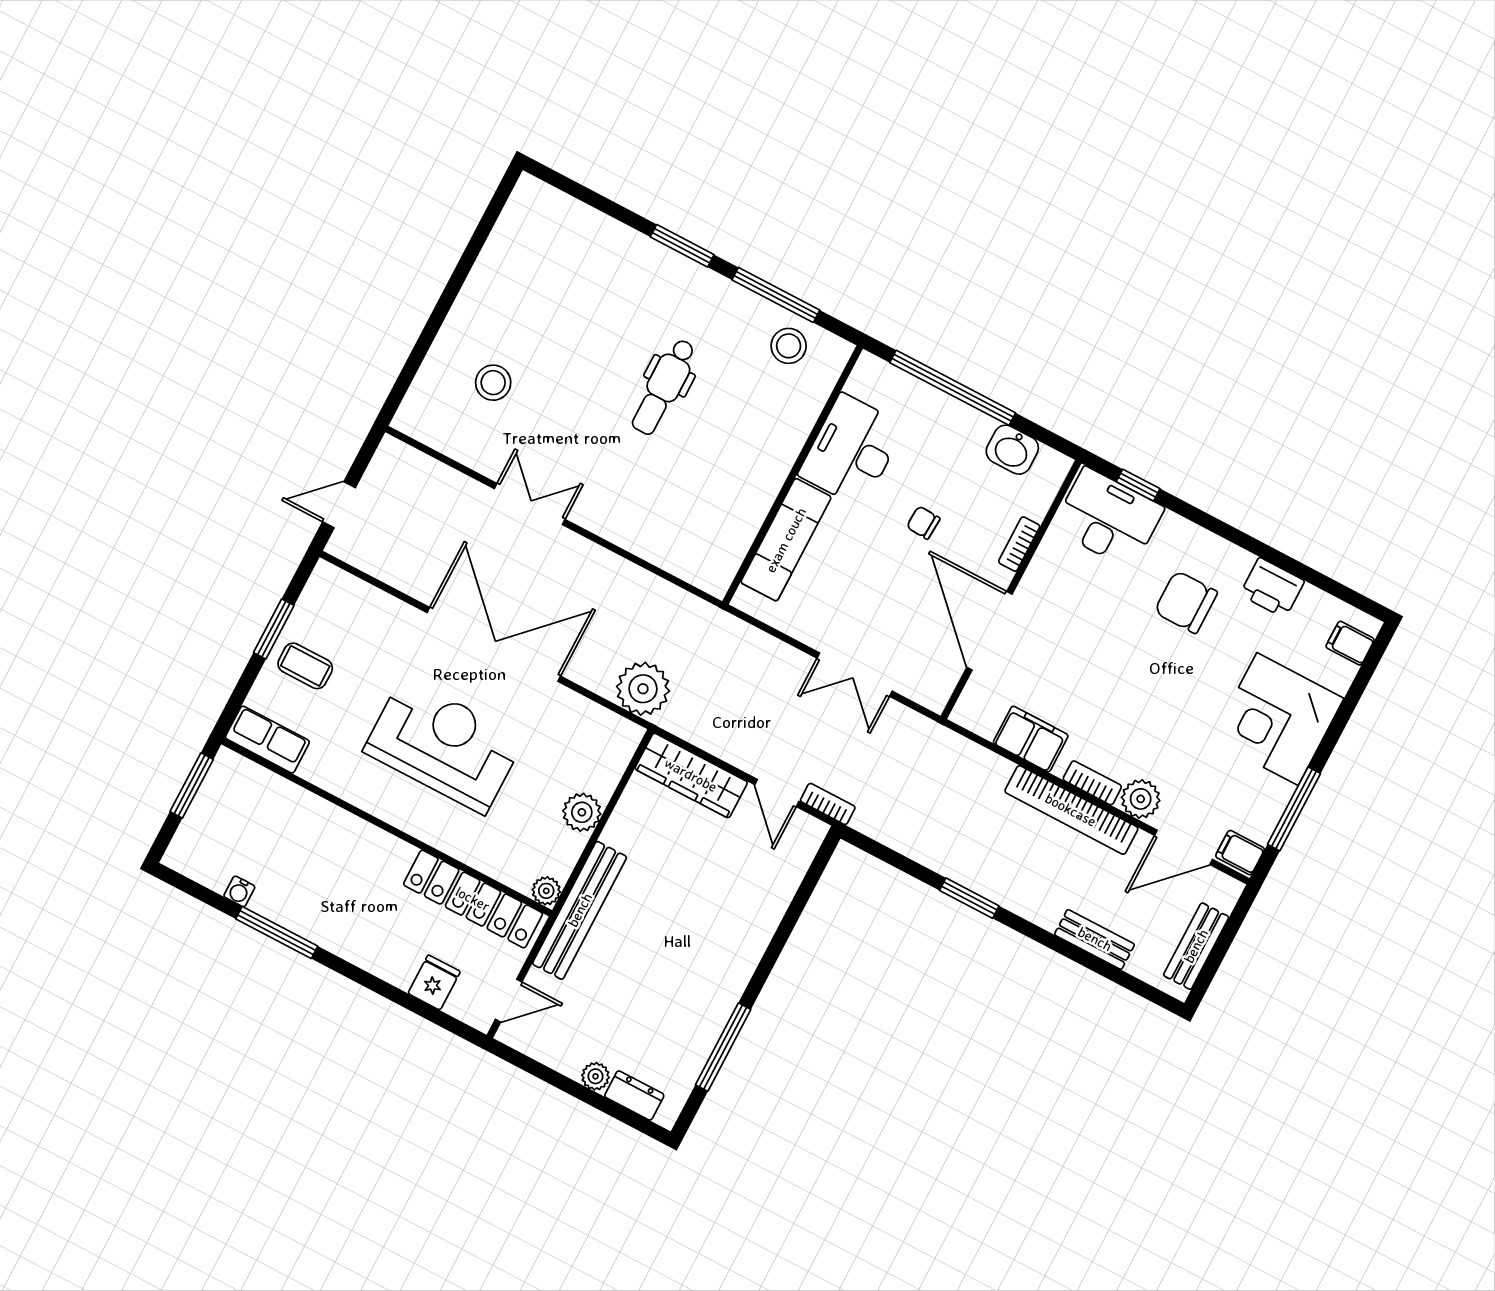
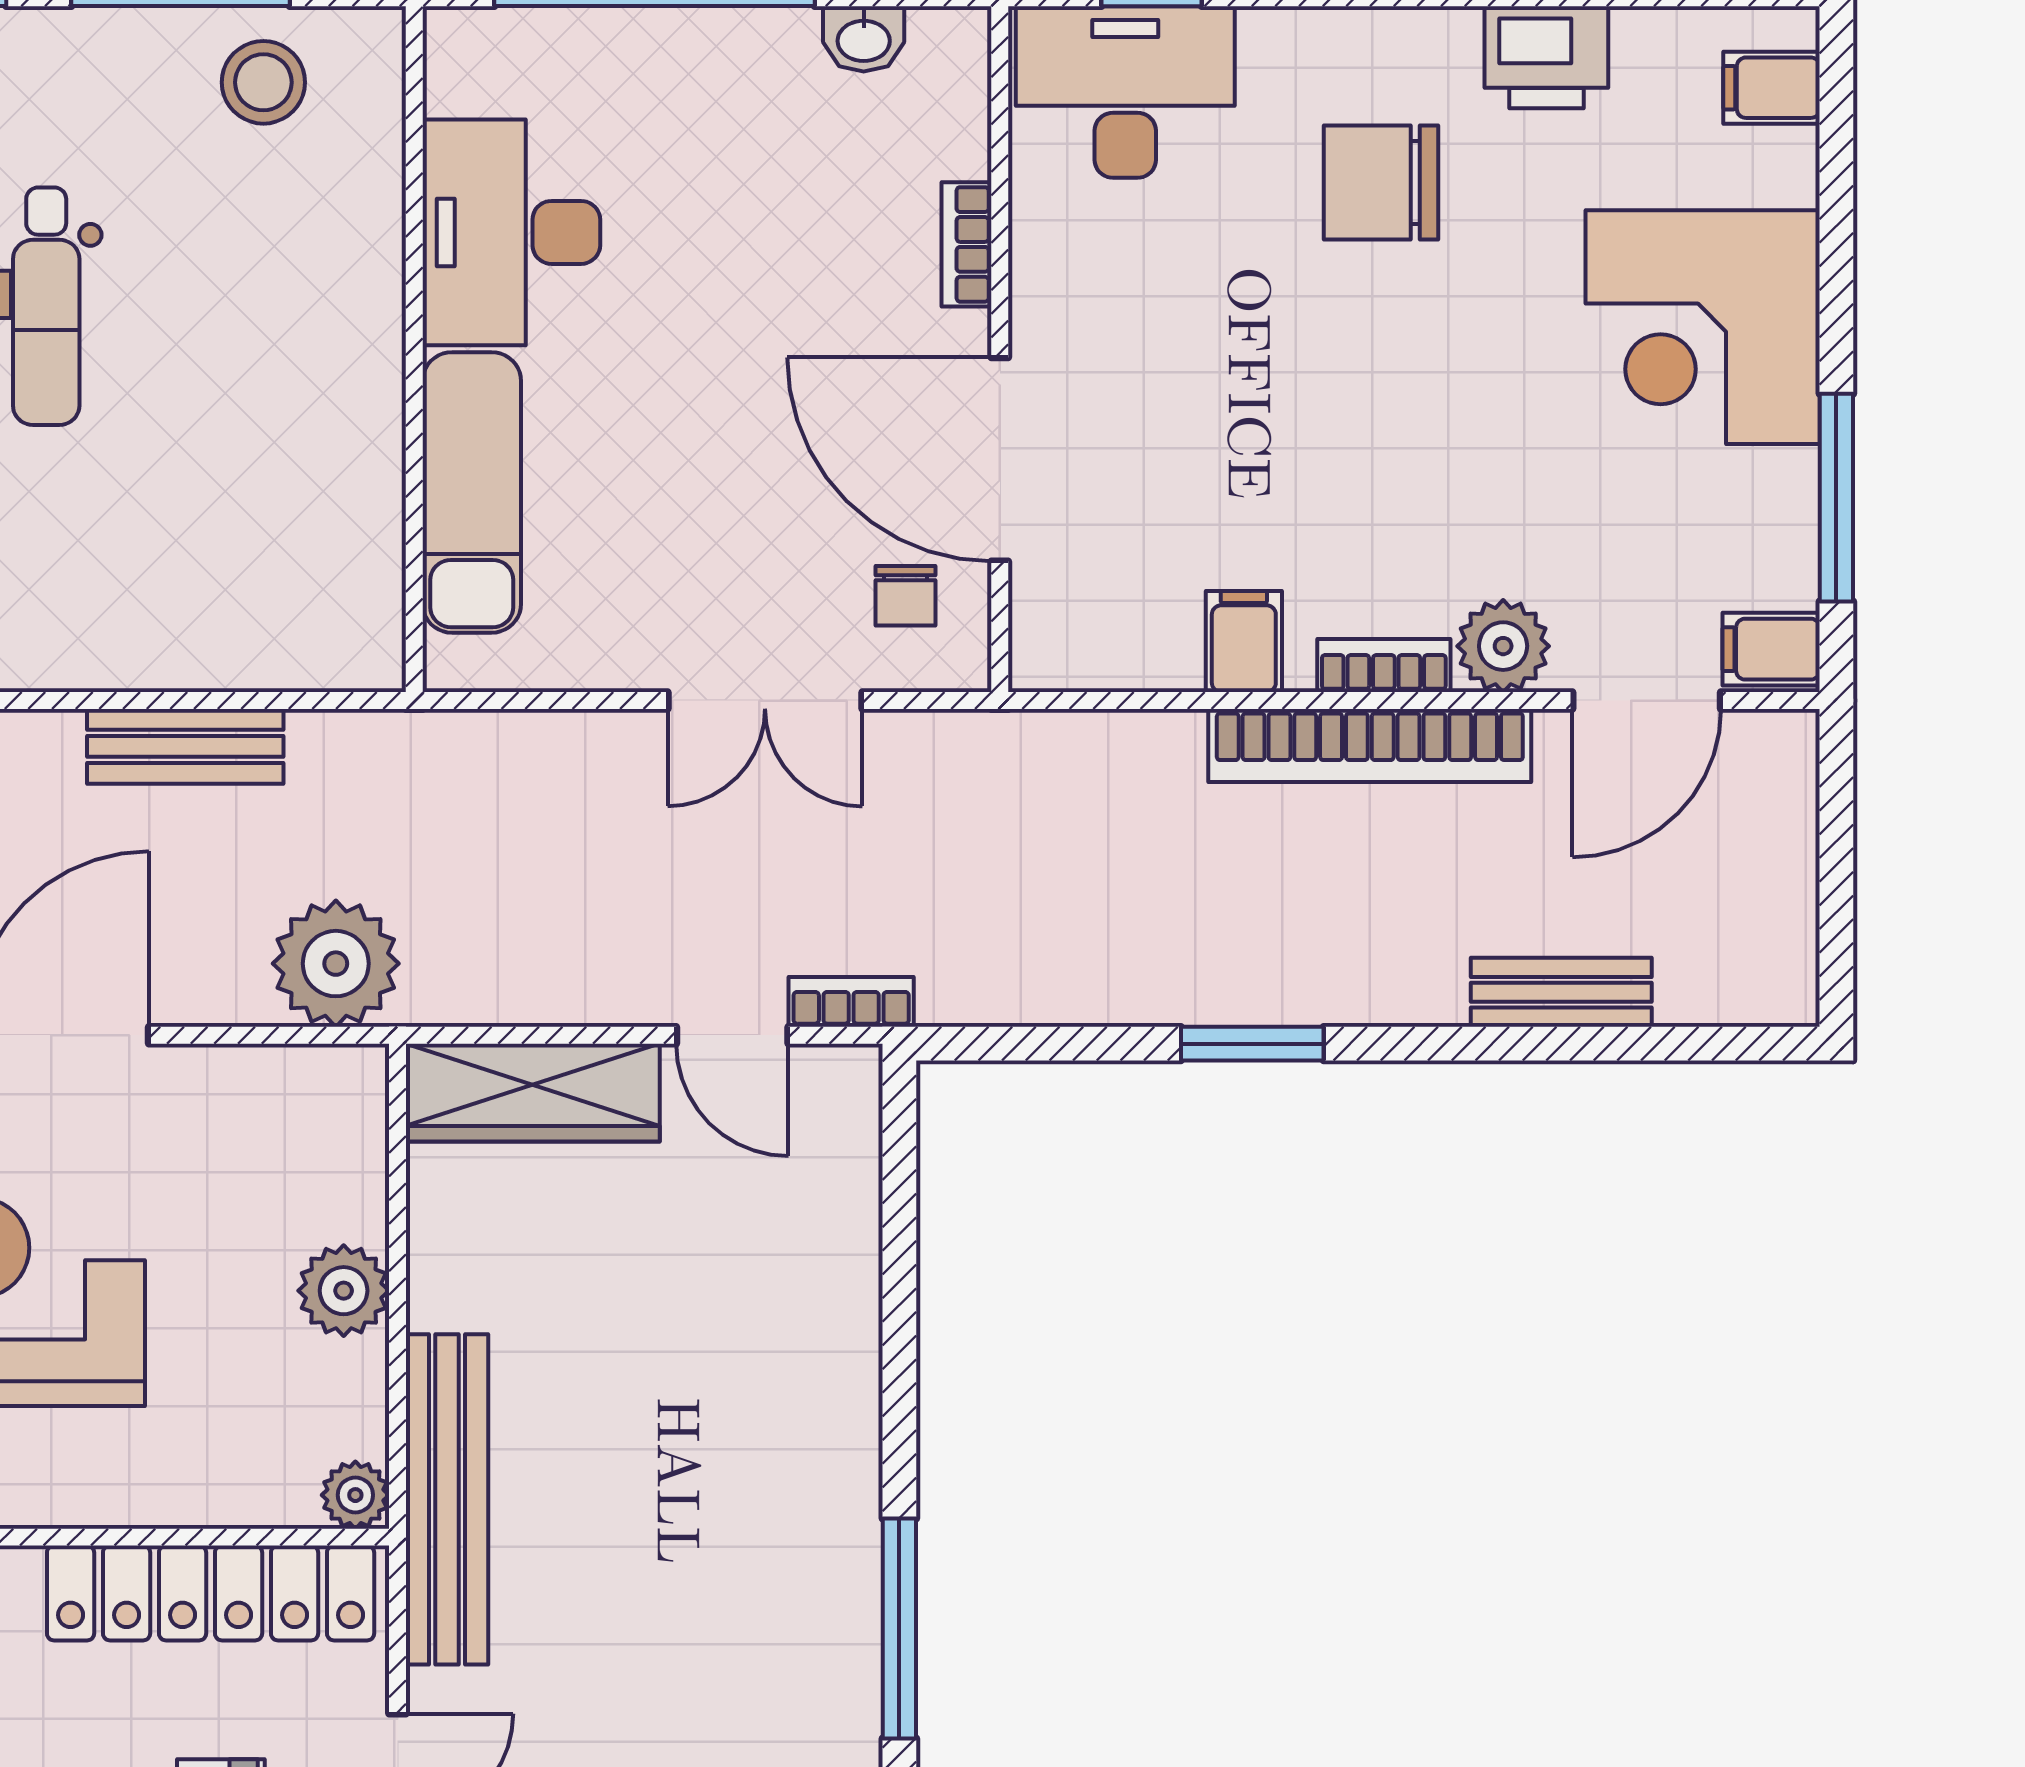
washbasin: (1012, 450) -> (864, 39), width x0.72, depth x0.69
chair: (923, 523) -> (906, 596), moved, turned -93
filing cabinet: (1031, 739) -> (1244, 642), width x0.50
bench: (1196, 946) -> (185, 746), moved, turned 90

